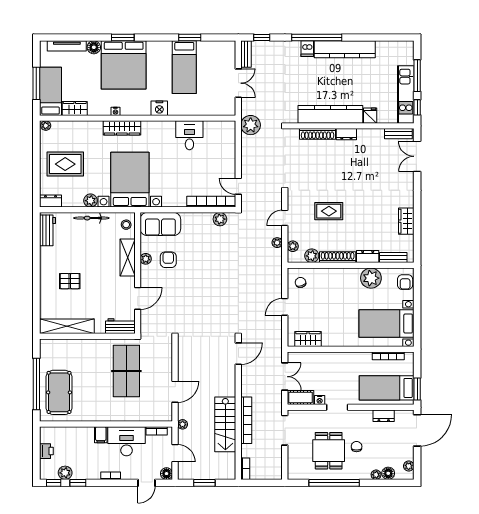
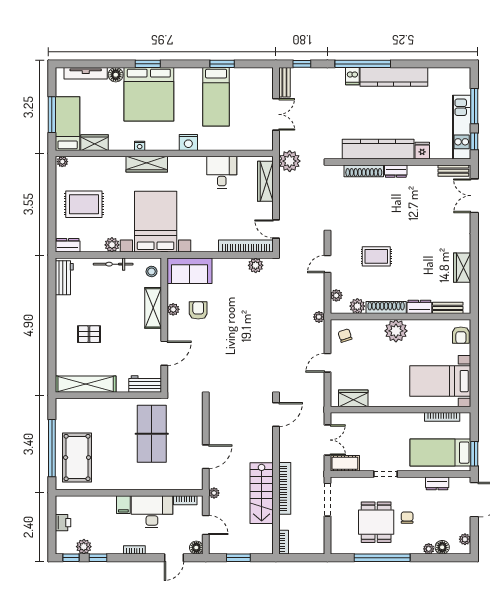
wardrobe: (229, 143) -> (265, 181), added
plant: (277, 243) -> (319, 317), moved
plant: (371, 278) -> (396, 331), moved
nightstand: (320, 400) -> (366, 466), removed

